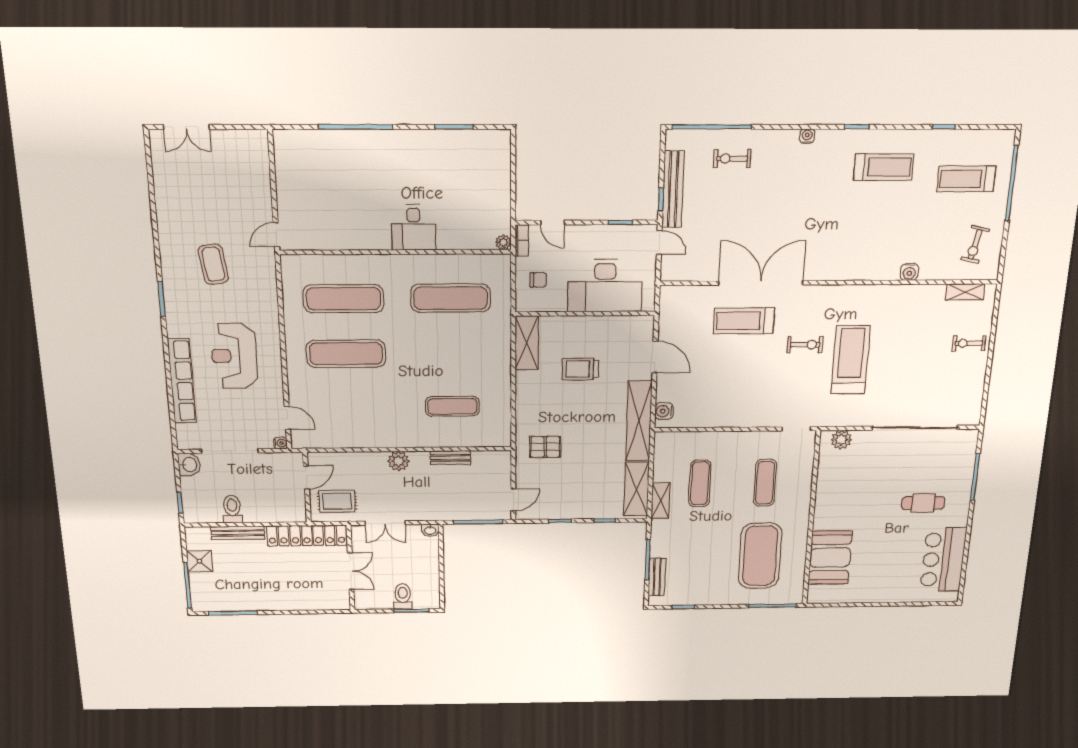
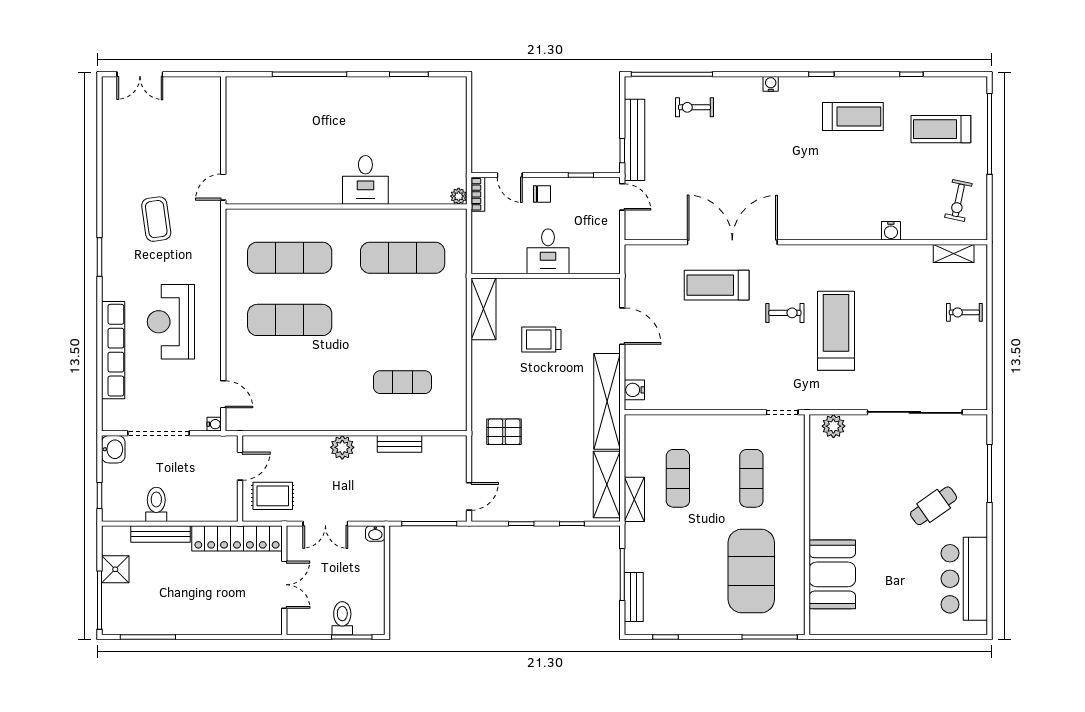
chair: (538, 280) -> (542, 194), moved
desk: (605, 286) -> (548, 251), width x0.53, depth x0.77
cafe table: (923, 503) -> (934, 506), turned -35

